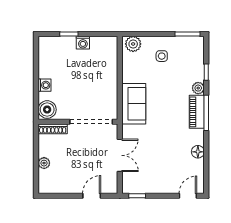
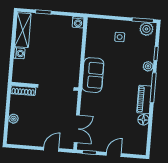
washing machine: (83, 43) -> (78, 22), moved
plant: (133, 44) -> (146, 29), moved
shelving: (46, 57) -> (23, 30), added
boiler: (47, 110) -> (20, 74), removed
piano: (197, 112) -> (144, 99), moved
double door: (120, 155) -> (77, 129), moved
door: (188, 196) -> (114, 154), moved

